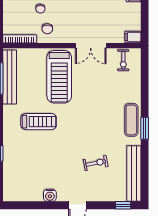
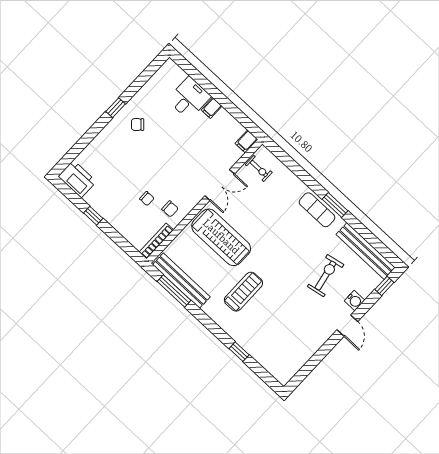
exercise bike: (96, 163) -> (326, 276), width x1.38, depth x1.39
water cooler: (50, 195) -> (355, 301), moved

